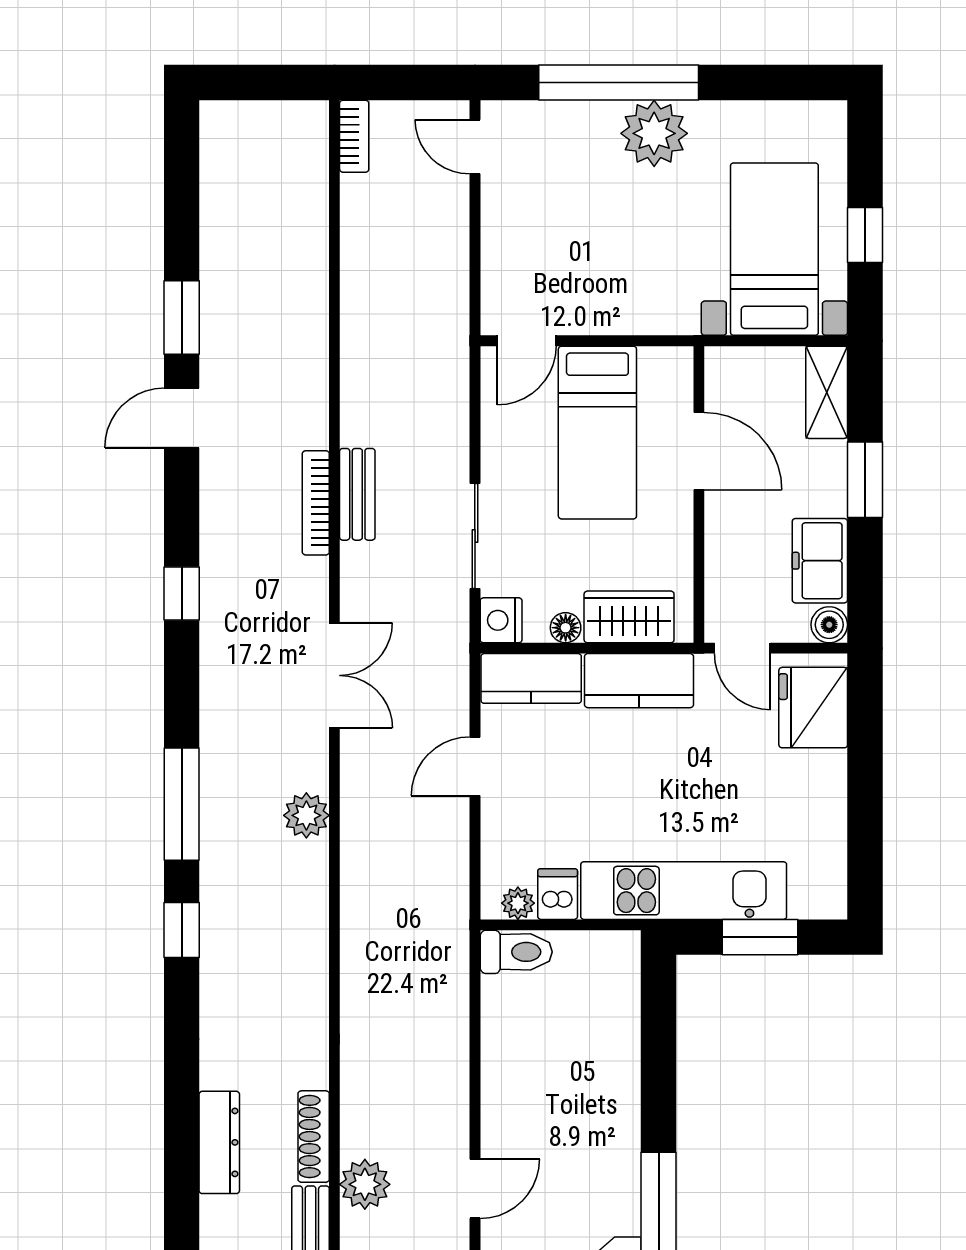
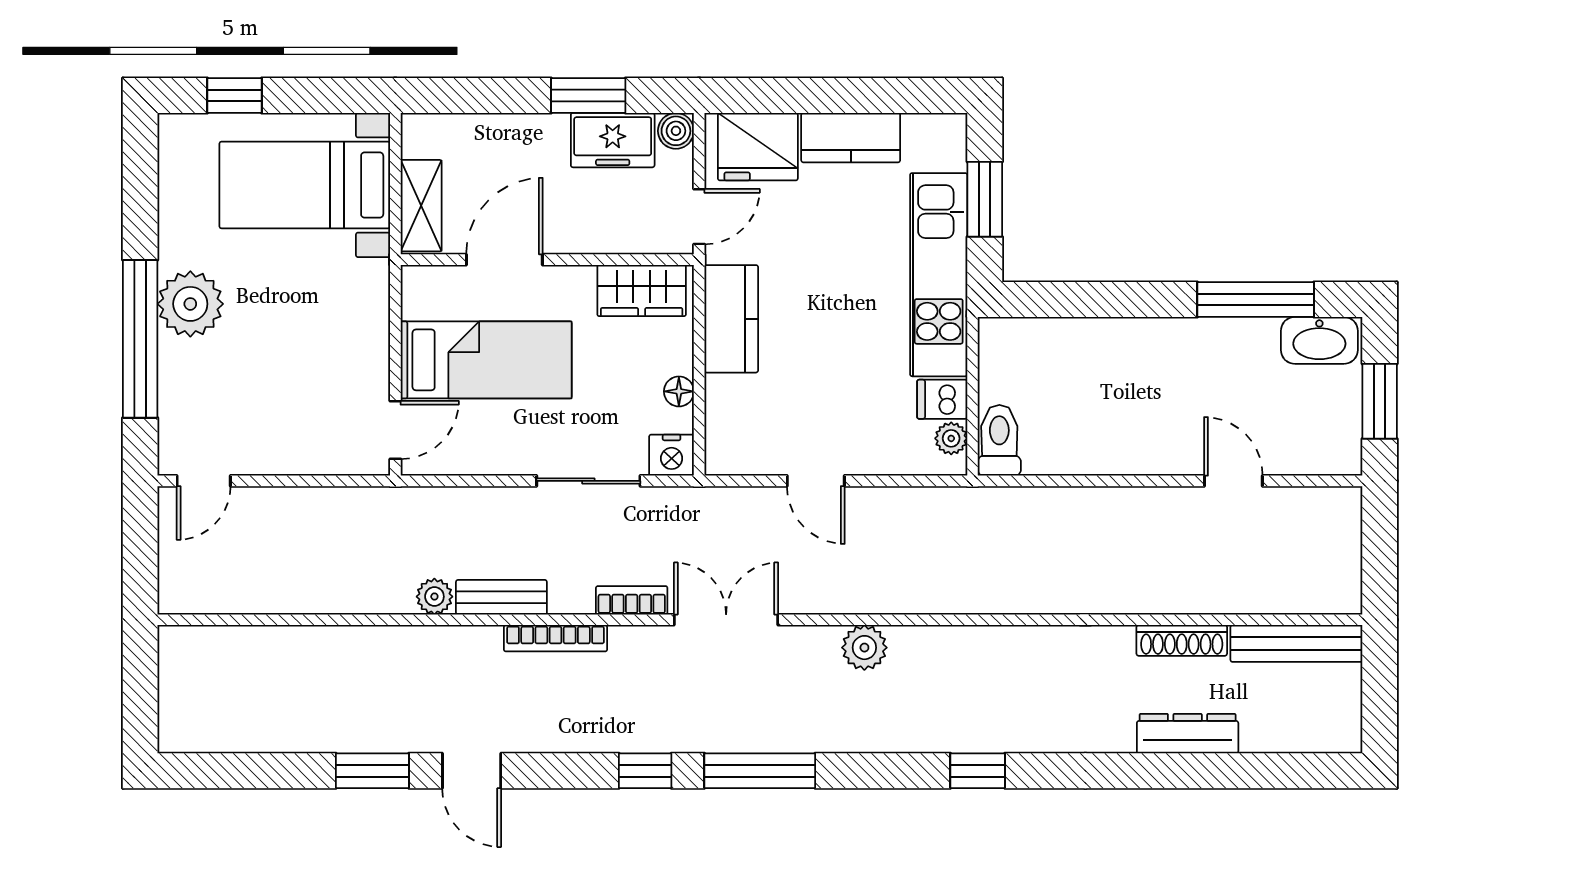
bookcase: (354, 136) -> (632, 600), moved
window: (865, 235) -> (234, 96), moved
door: (527, 341) -> (395, 430), hinge flipped
shelving: (827, 392) -> (421, 206), moved, turned 90
window: (865, 480) -> (588, 96), moved
bench: (357, 494) -> (501, 597), moved
wardrobe: (629, 617) -> (642, 290), moved, turned -90
kitchen counter: (531, 678) -> (851, 138), moved, turned 90
window: (182, 804) -> (760, 771), moved
plant: (365, 1184) -> (434, 597), moved, width x0.73, depth x0.73

